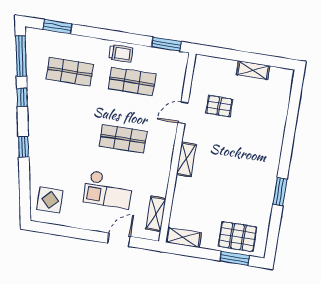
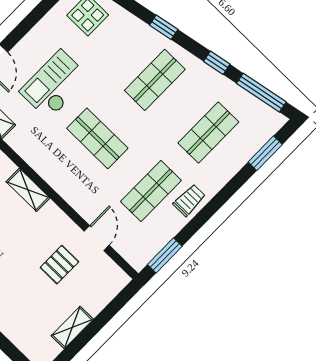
trolley: (121, 53) -> (189, 200), turned 180
door: (183, 113) -> (97, 238), moved
shop shelf: (61, 129) -> (155, 80), added
shop shelf: (123, 139) -> (97, 138), turned 90

